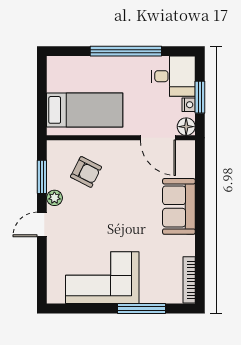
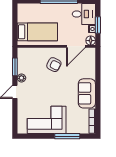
door: (158, 138) -> (76, 46), hinge flipped
armchair: (86, 172) -> (54, 65), moved
sofa: (179, 206) -> (87, 93), moved

